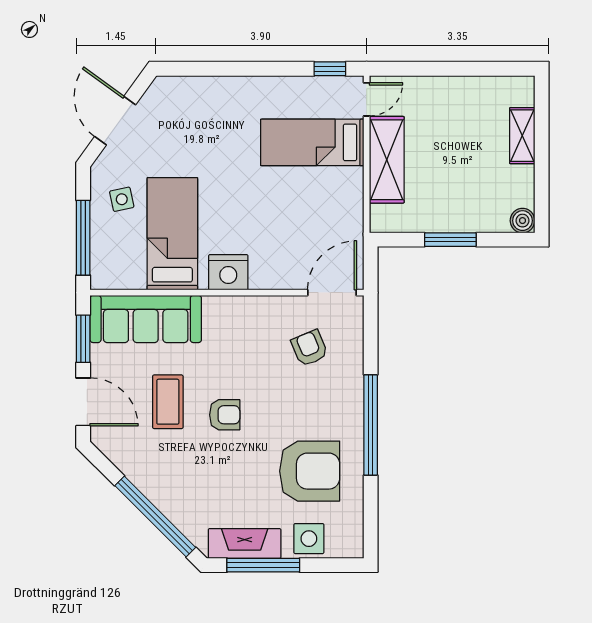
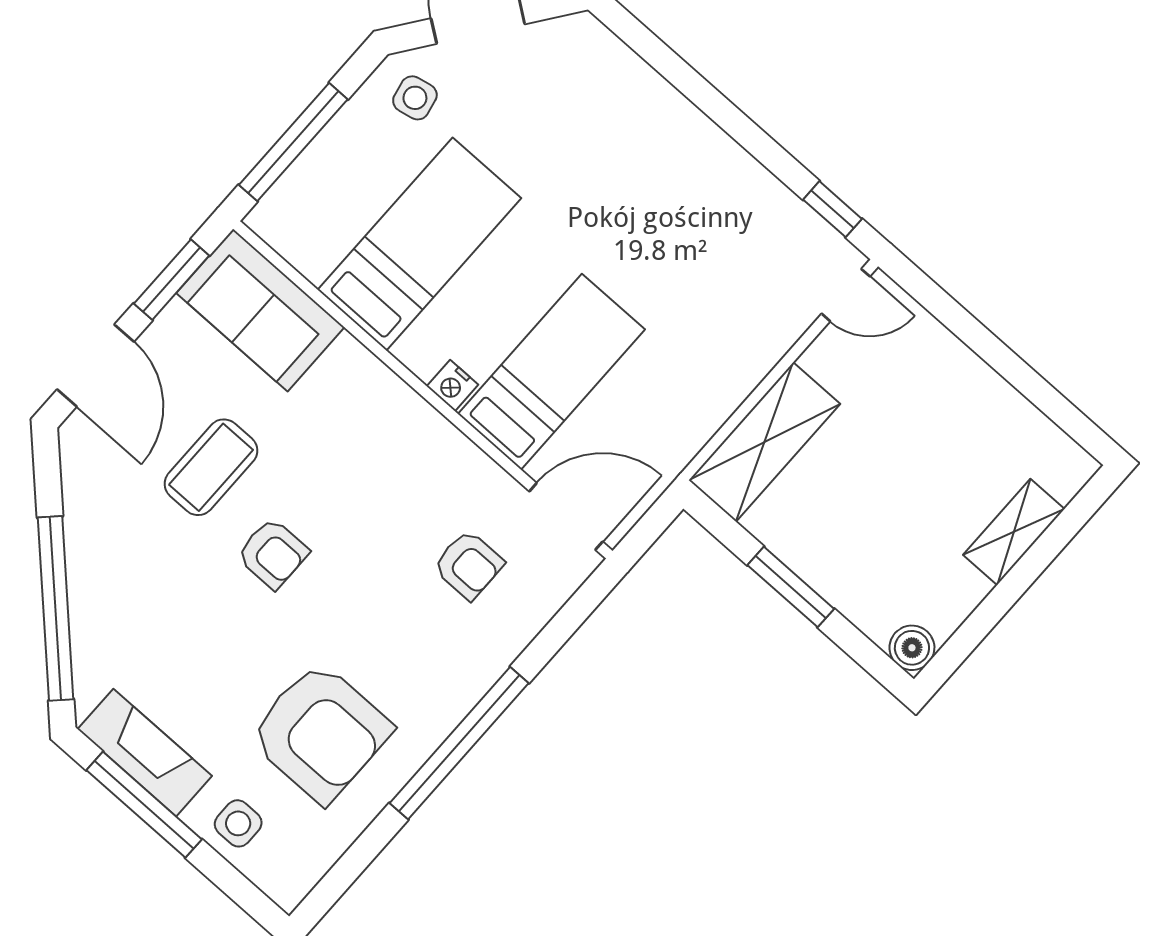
bed: (312, 142) -> (551, 372), moved, turned 90
shelving: (387, 160) -> (764, 442), moved
side table: (122, 199) -> (415, 98), moved
nightstand: (228, 272) -> (452, 386), width x0.53, depth x0.56
sofa: (146, 319) -> (260, 310), width x0.73
armchair: (310, 348) -> (469, 565), turned 113
side table: (309, 539) -> (238, 823), width x0.73, depth x0.73

